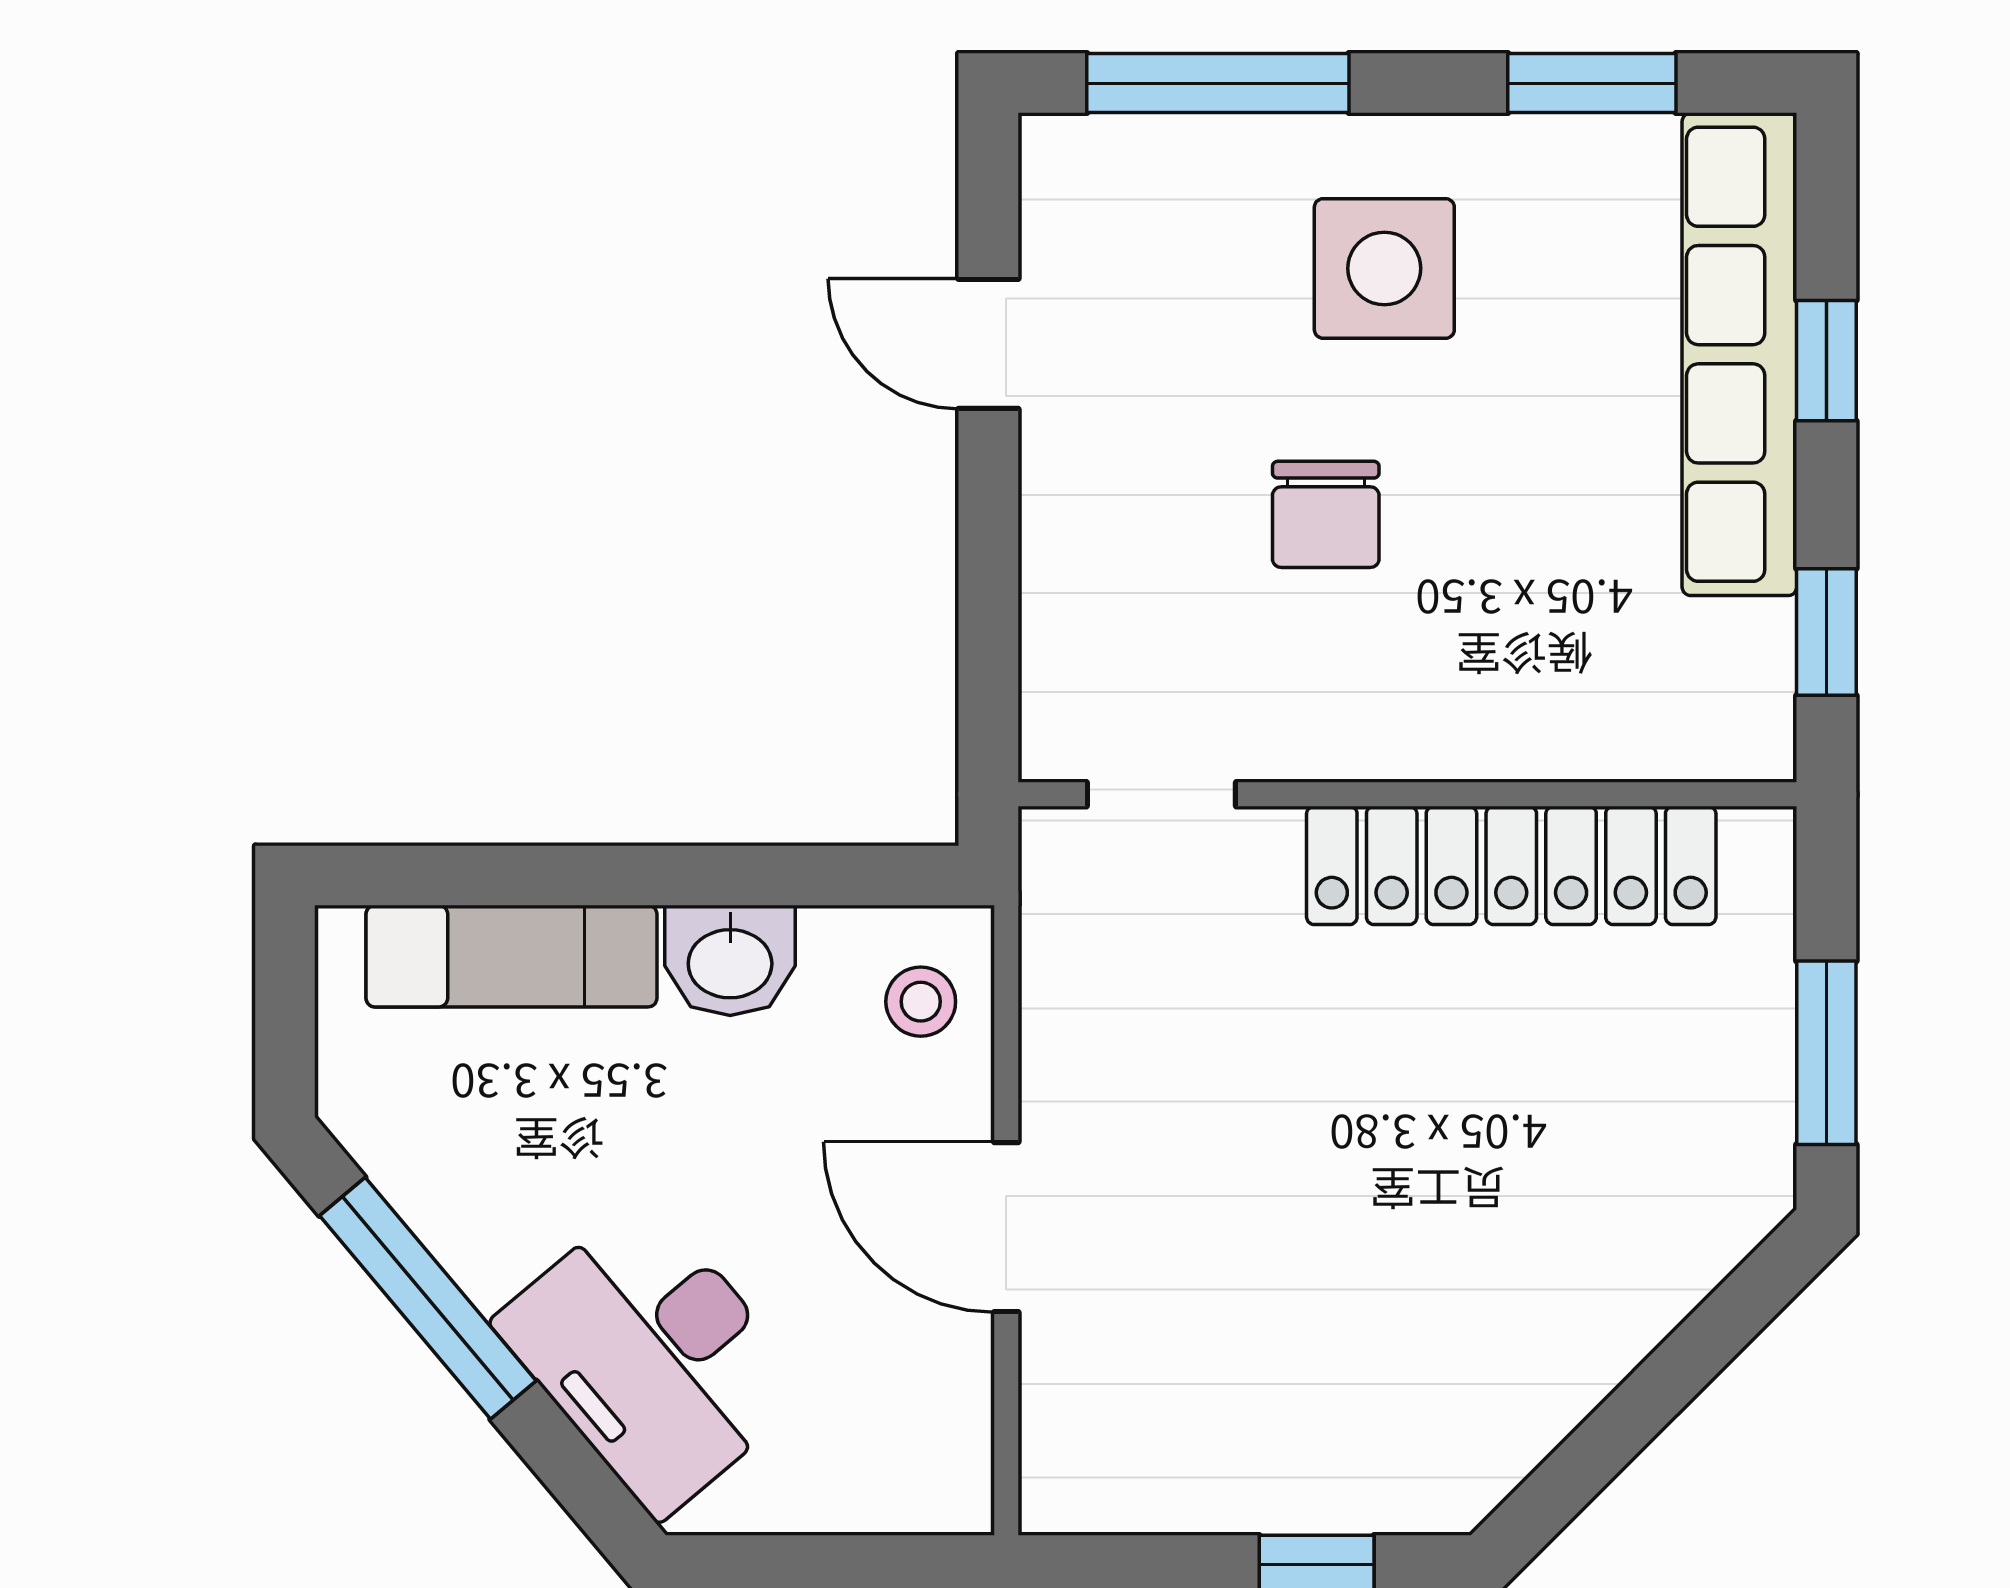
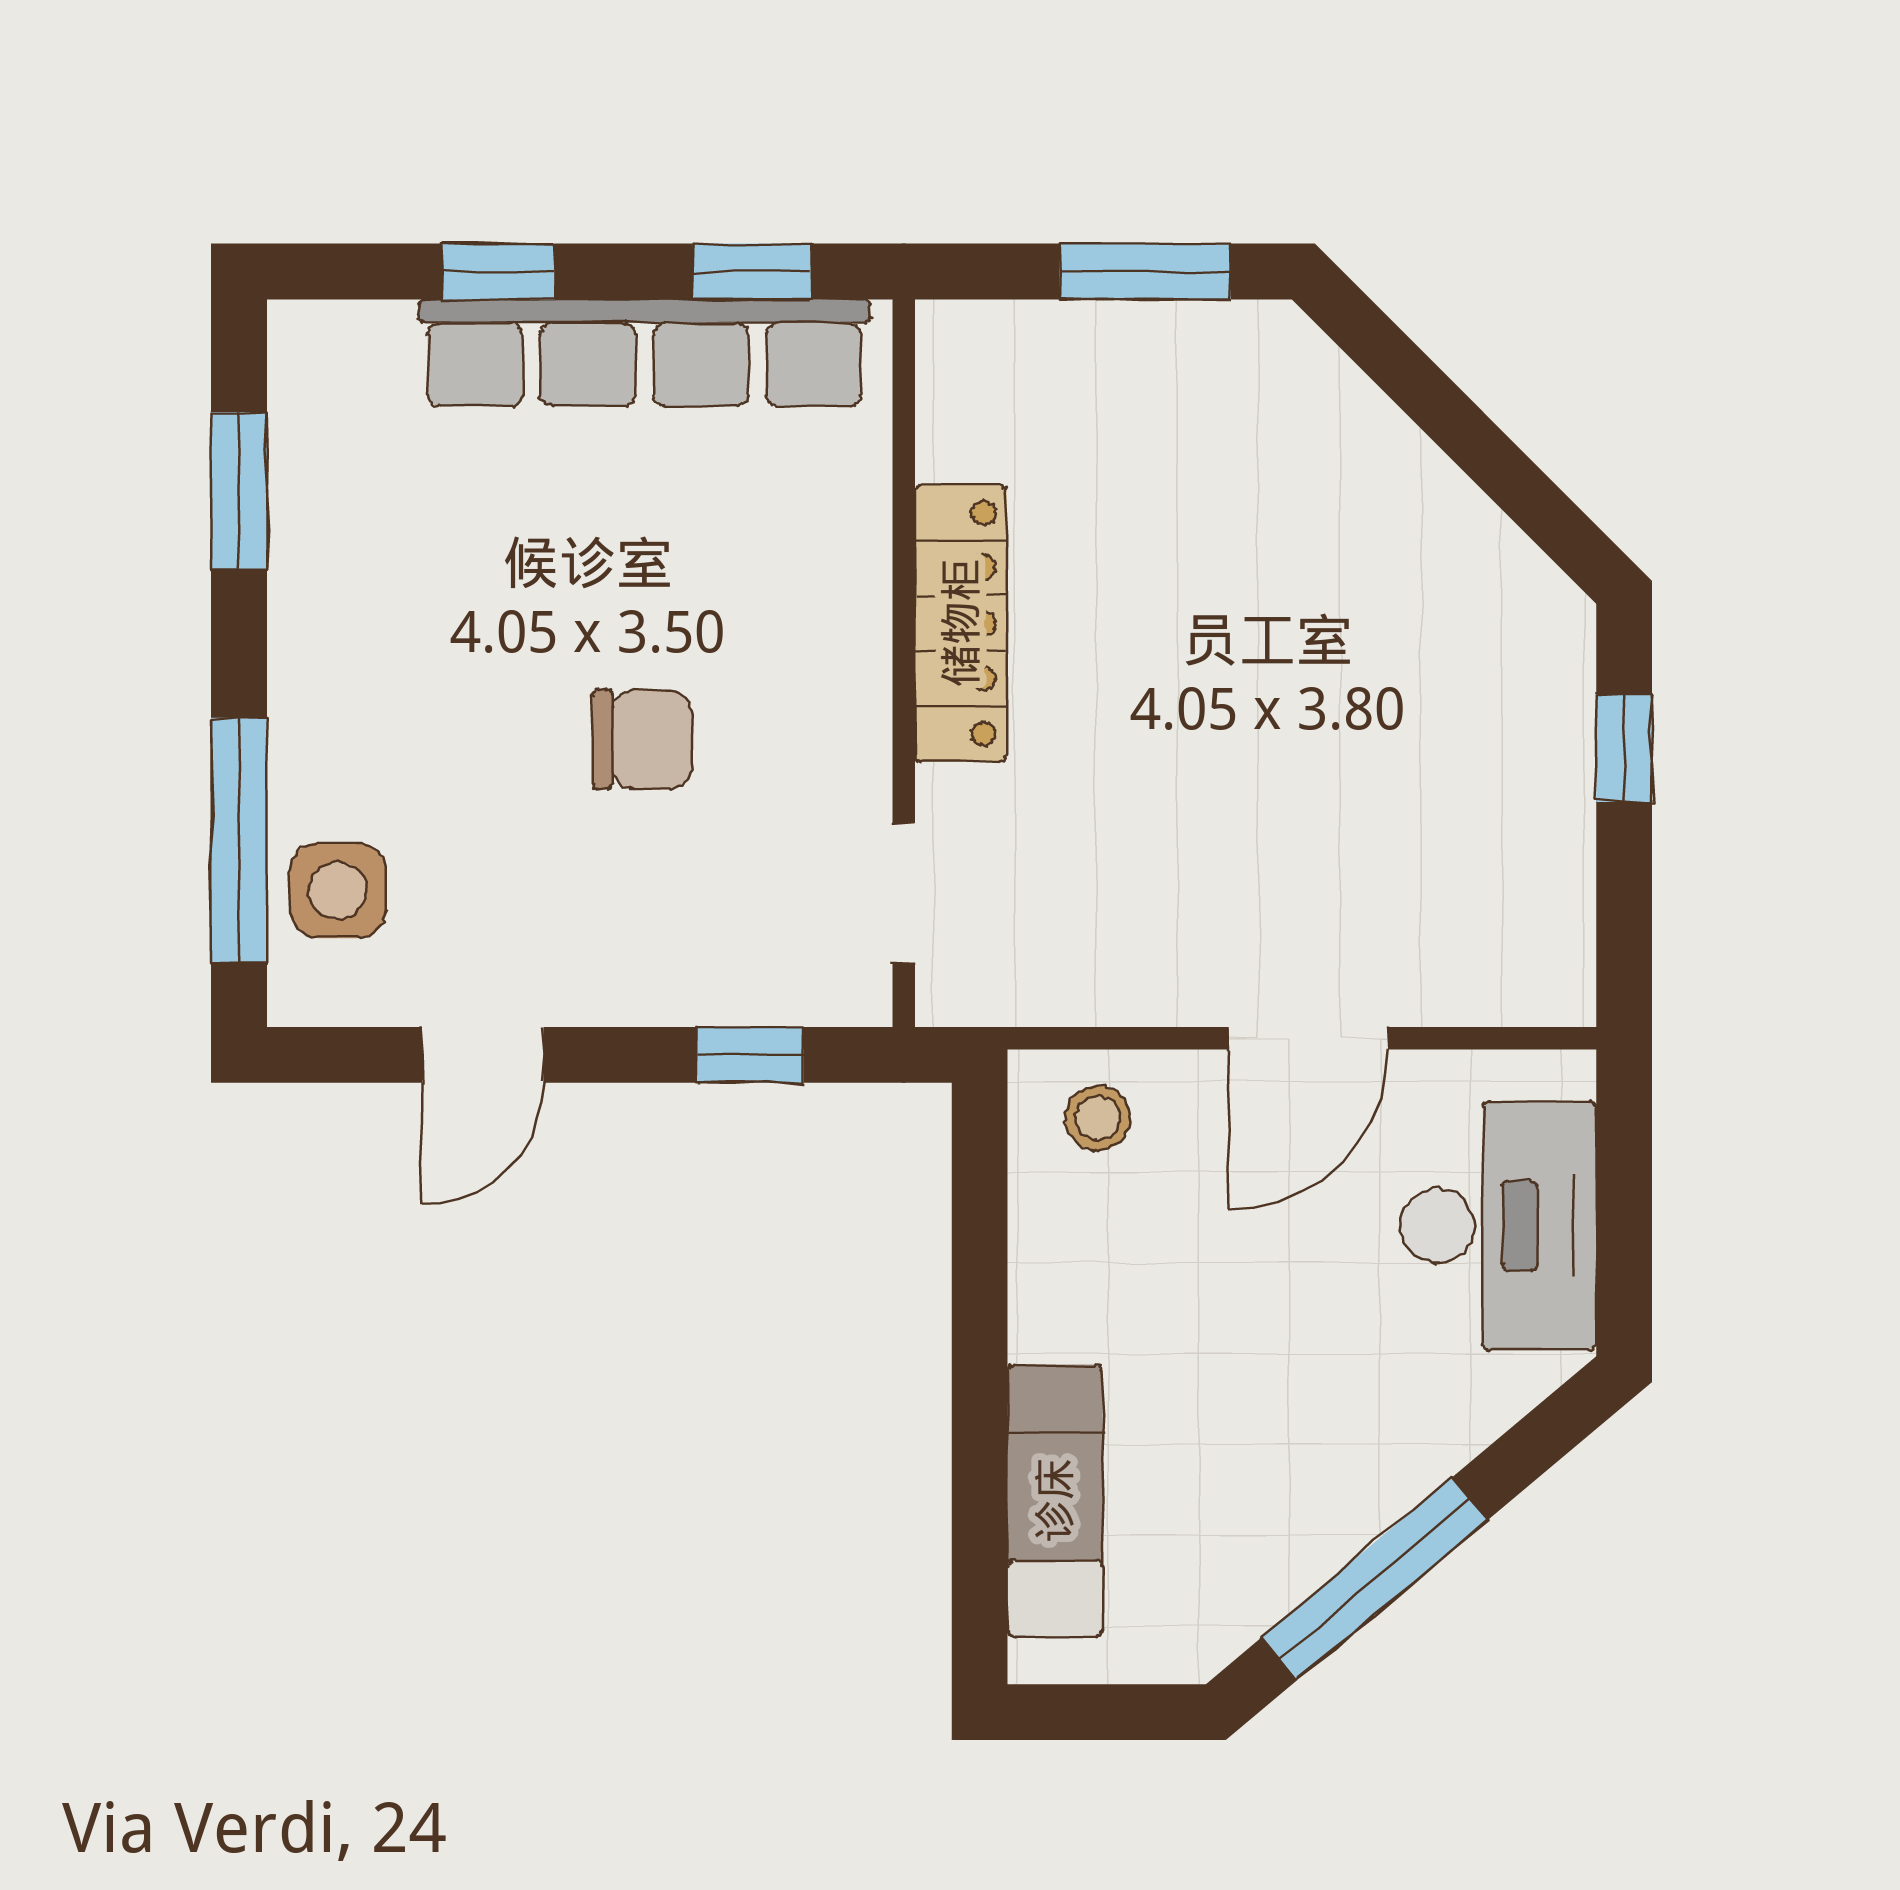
side table: (1384, 268) -> (338, 890), moved, width x0.73, depth x0.73
row of seats: (1739, 354) -> (644, 353), moved
window: (988, 630) -> (750, 1055), added
locker: (1511, 865) -> (961, 623), width x0.71, depth x0.83
washbasin: (730, 960) -> (1059, 1296), removed
desk: (652, 1357) -> (1498, 1226), moved, turned -50

